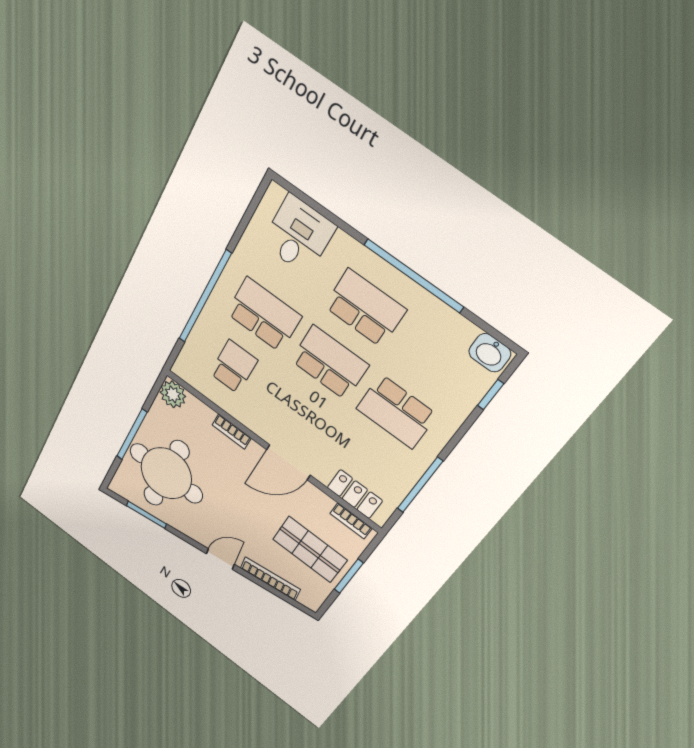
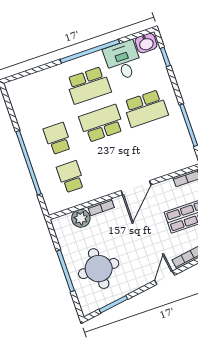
desk: (298, 235) -> (123, 61), moved
school desk: (365, 308) -> (88, 85), turned 180
school desk: (264, 315) -> (58, 139), width x0.54
plant: (173, 394) -> (81, 218), moved
round table: (166, 473) -> (99, 269), width x0.73, depth x0.73
locker: (355, 494) -> (174, 164), removed

